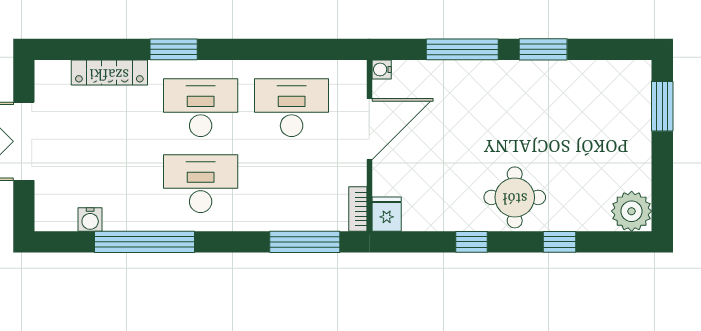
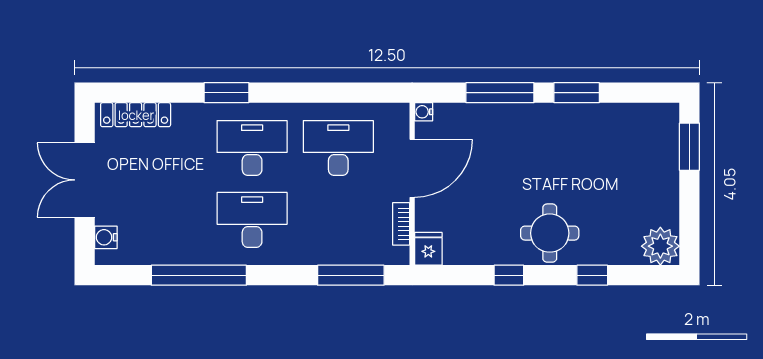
locker: (109, 73) -> (136, 115), moved
bookcase: (358, 209) -> (401, 224), moved
water cooler: (90, 220) -> (106, 237), moved, turned 90

